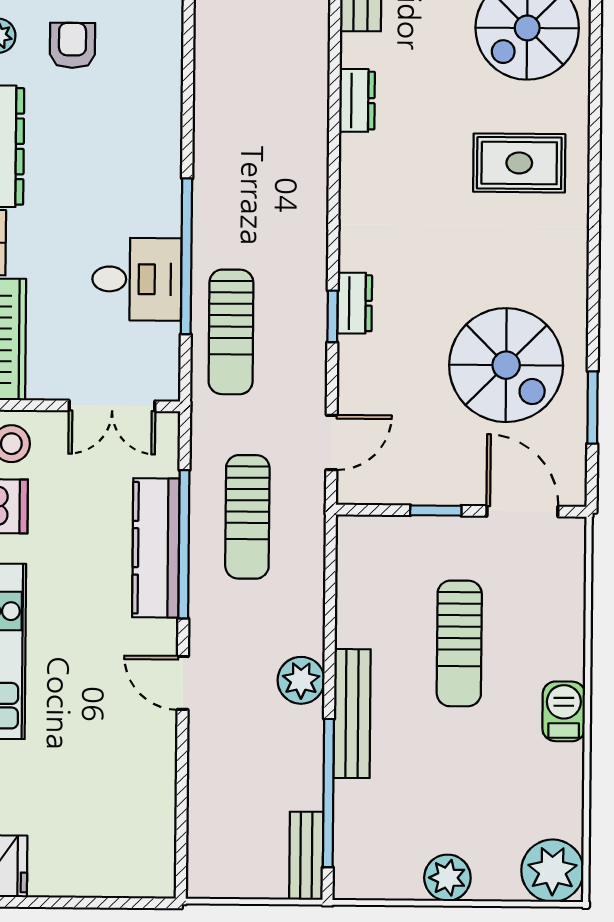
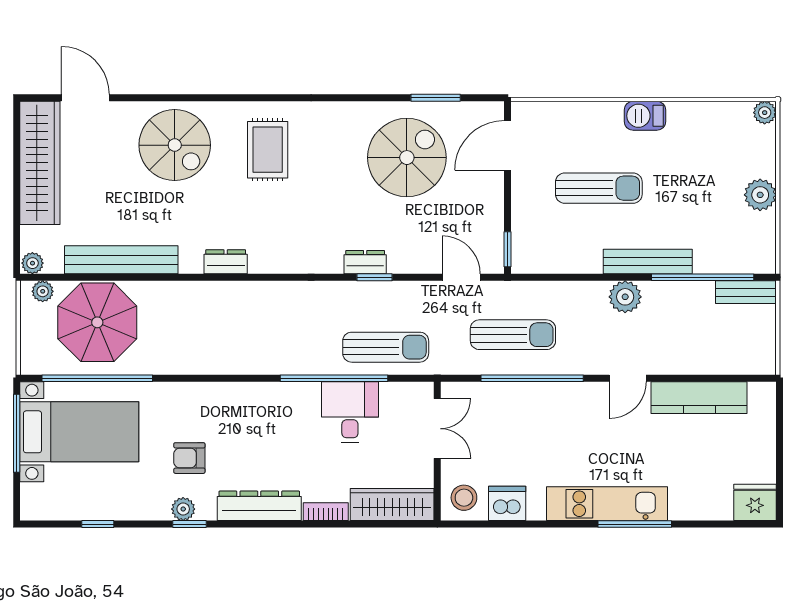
window: (436, 511) -> (507, 249), moved
kitchen counter: (156, 548) -> (699, 398), moved
plant: (552, 871) -> (765, 113), width x0.53, depth x0.53

